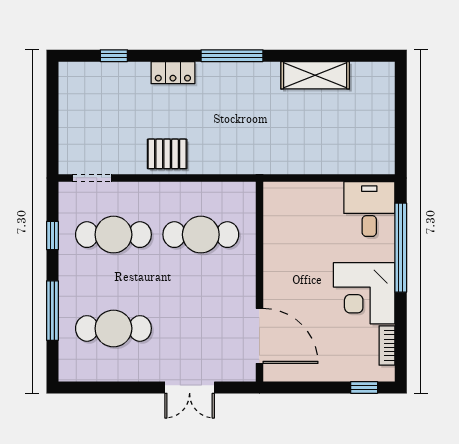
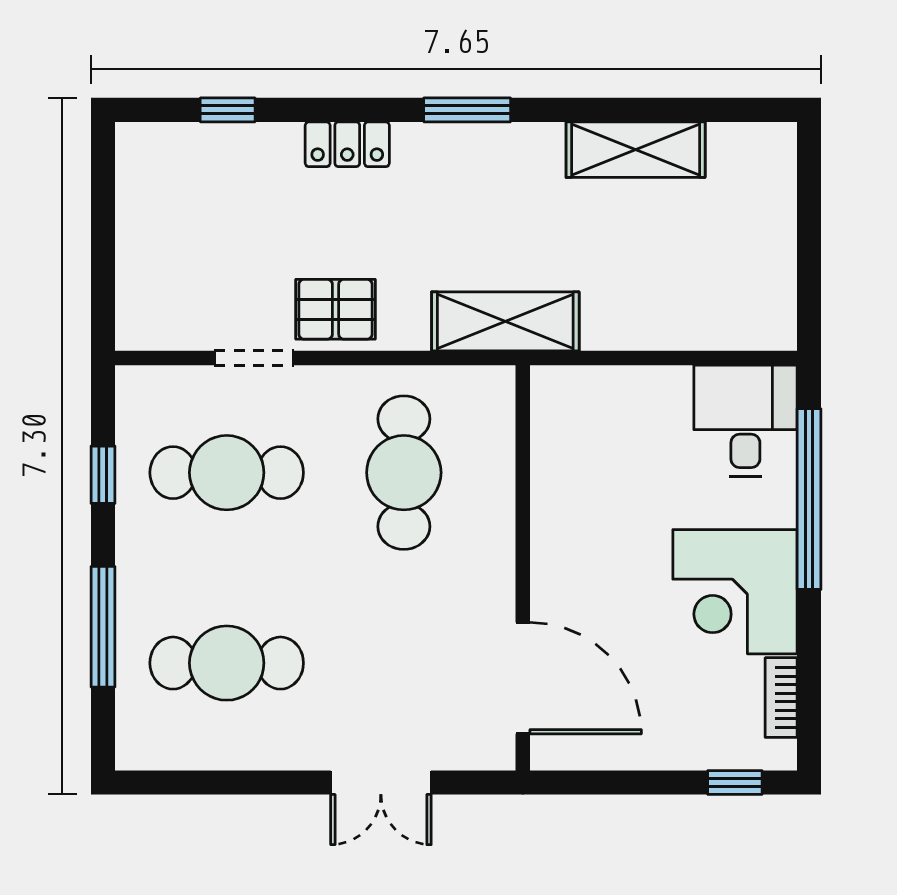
window: (232, 56) -> (467, 110), width x0.69
shelving: (251, 160) -> (505, 321), added
doorway: (92, 178) -> (254, 358), moved
cafe table: (201, 235) -> (404, 473), turned 90

